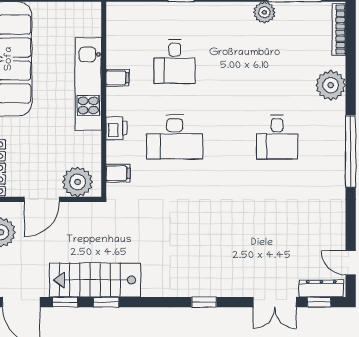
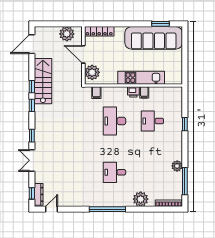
printer: (117, 128) -> (133, 92), moved
window: (65, 302) -> (32, 105), moved
double door: (275, 302) -> (32, 160), moved

